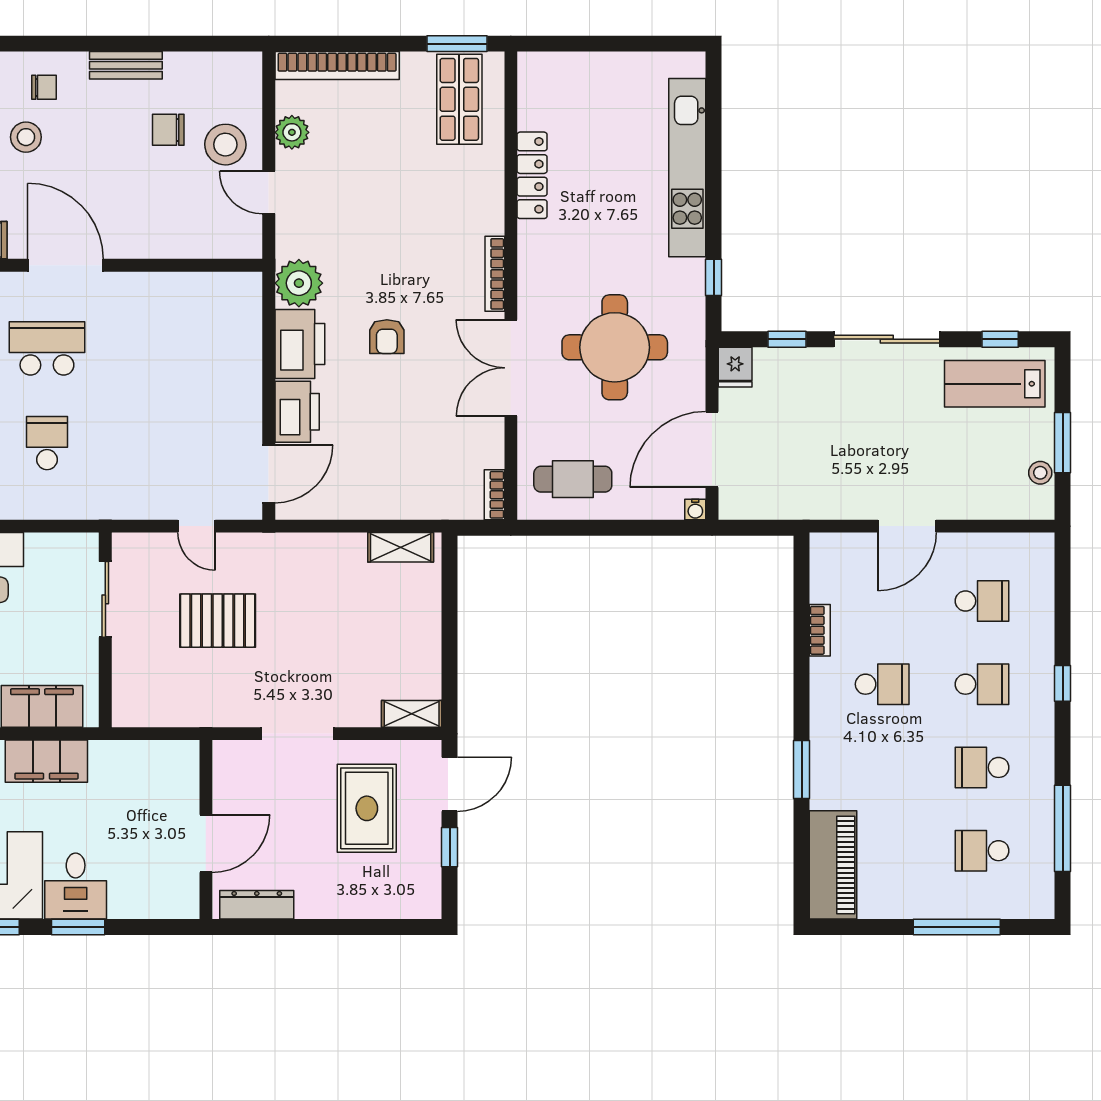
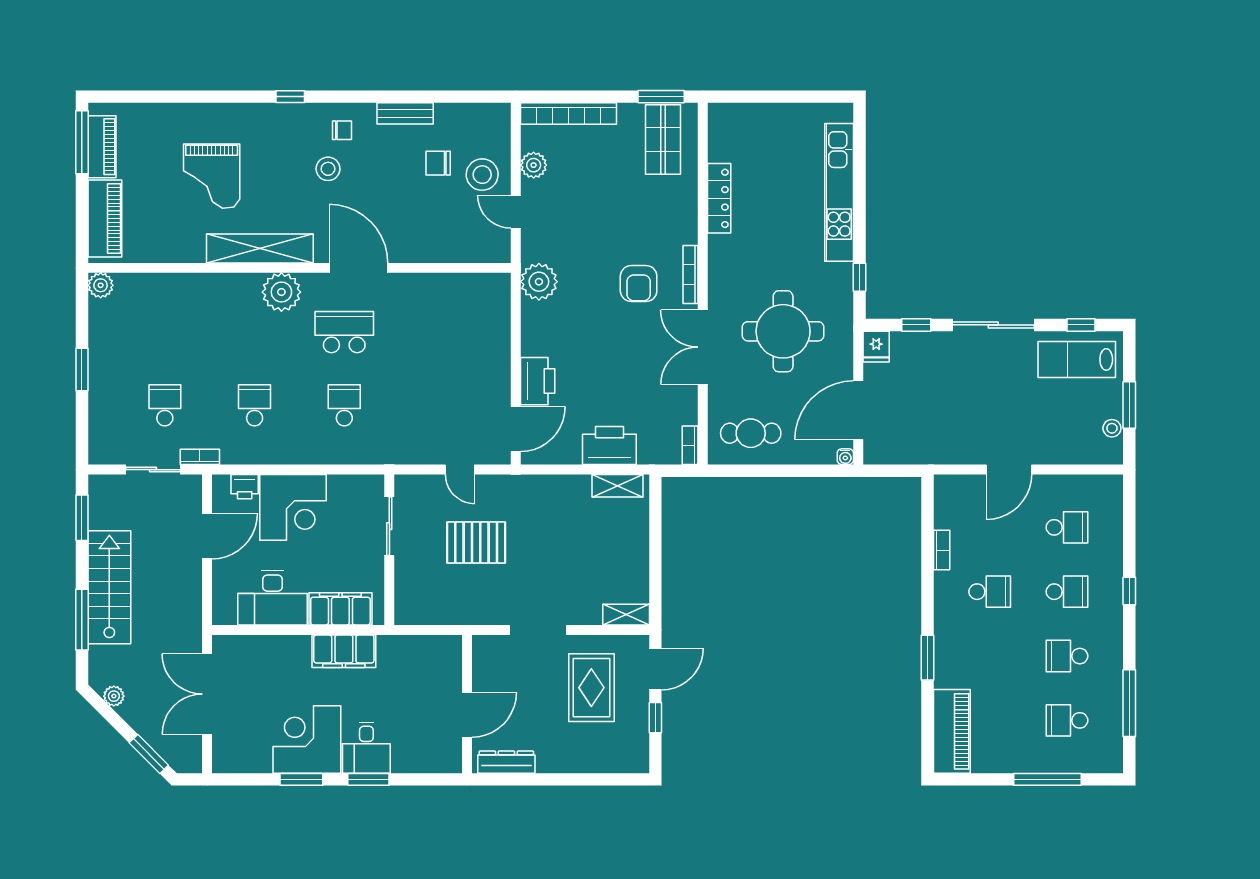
armchair: (387, 337) -> (639, 284), moved, width x1.38, depth x1.38
printer: (300, 344) -> (609, 446), moved, turned -90

